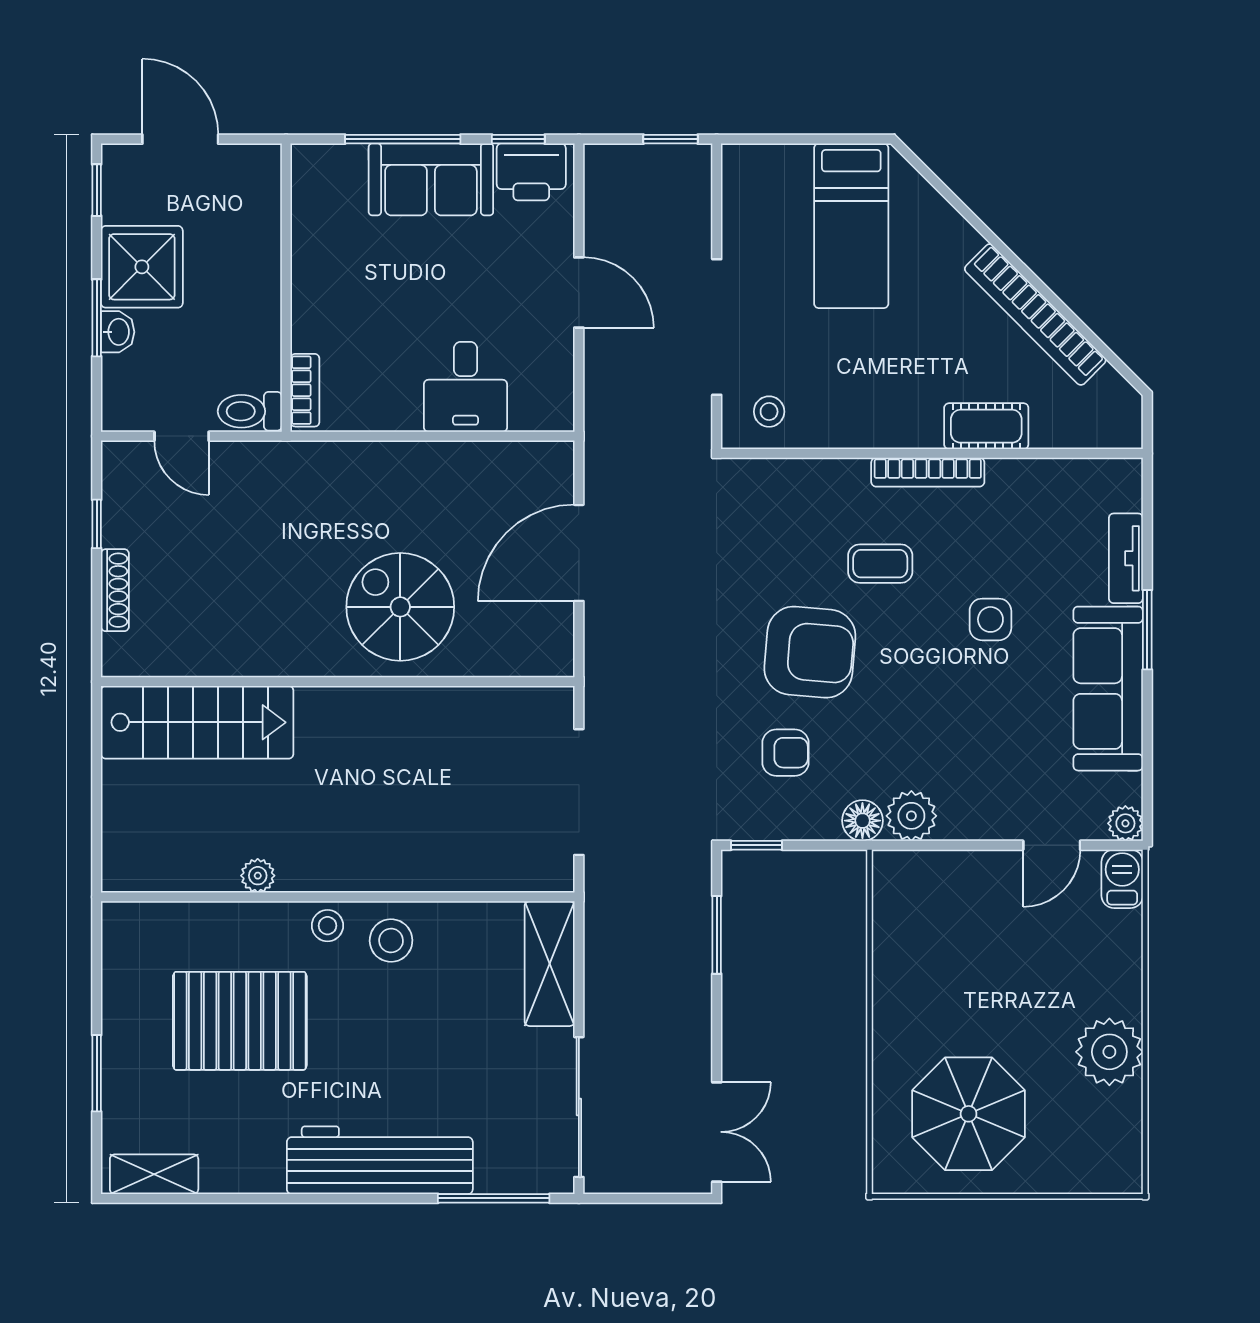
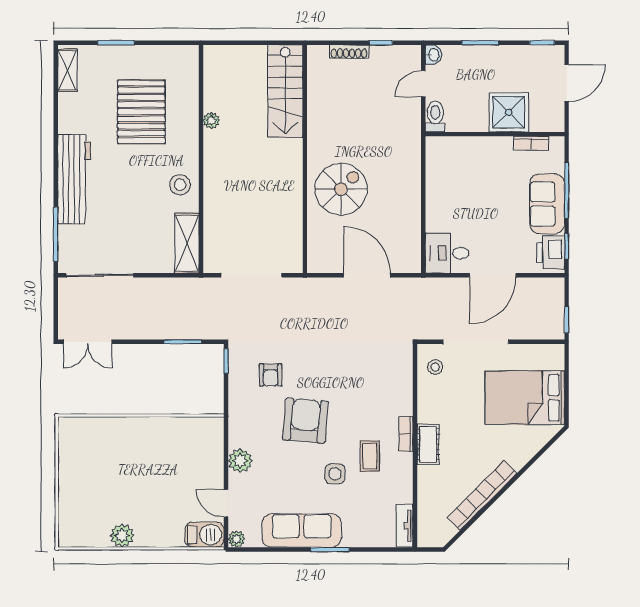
bed: (851, 226) -> (525, 398), width x1.50
shower: (142, 267) -> (509, 112), moved
door: (579, 293) -> (493, 275), width x1.36
washbasin: (118, 332) -> (433, 55), moved, turned -90
desk: (466, 387) -> (447, 253), moved
bookcase: (305, 390) -> (531, 143), moved
cot: (986, 426) -> (428, 444), moved
bookcase: (928, 472) -> (406, 434), width x0.64
tv unit: (1126, 558) -> (405, 526), moved, turned -90
coffee table: (880, 564) -> (370, 456), moved
armchair: (810, 652) -> (305, 421), moved, turned 180
plant: (911, 816) -> (240, 461), moved
floor lamp: (862, 821) -> (238, 412), removed
barbecue: (1122, 879) -> (204, 535), width x1.38, depth x1.27
stool: (327, 926) -> (187, 154), removed
shelving: (550, 964) -> (187, 243), moved, turned 90
plant: (1109, 1052) -> (122, 536), width x0.73, depth x0.73
parasol: (969, 1114) -> (96, 463), removed

